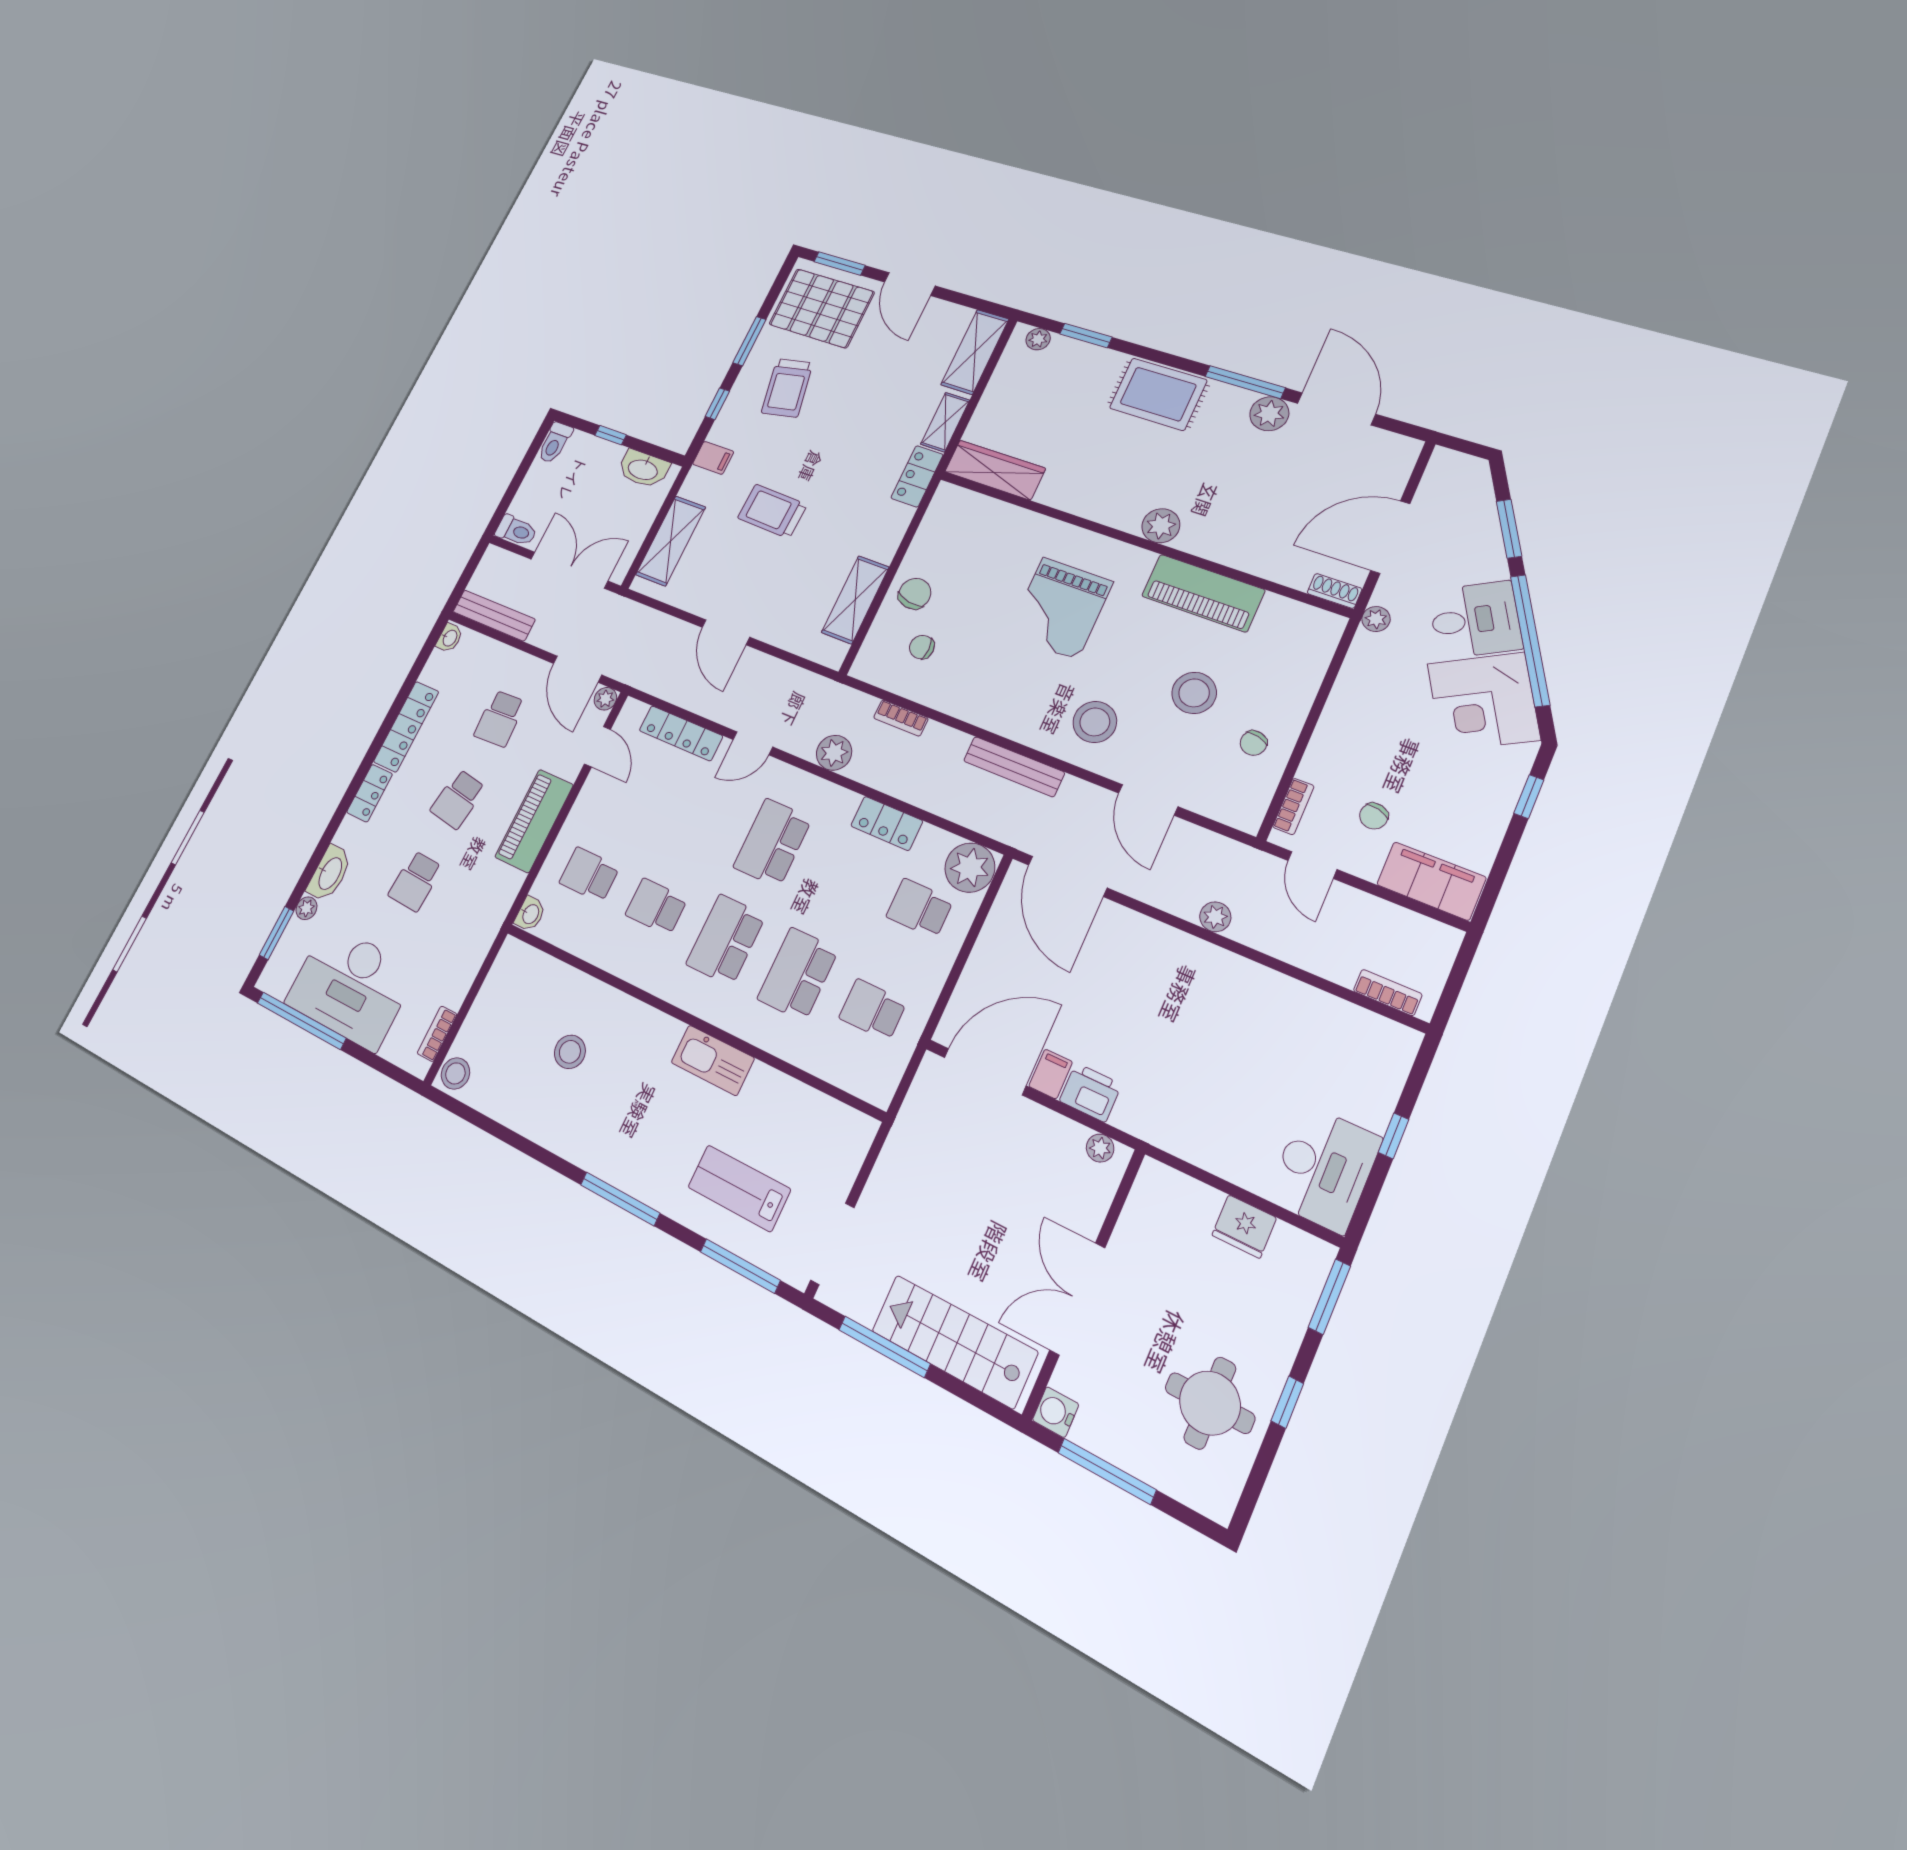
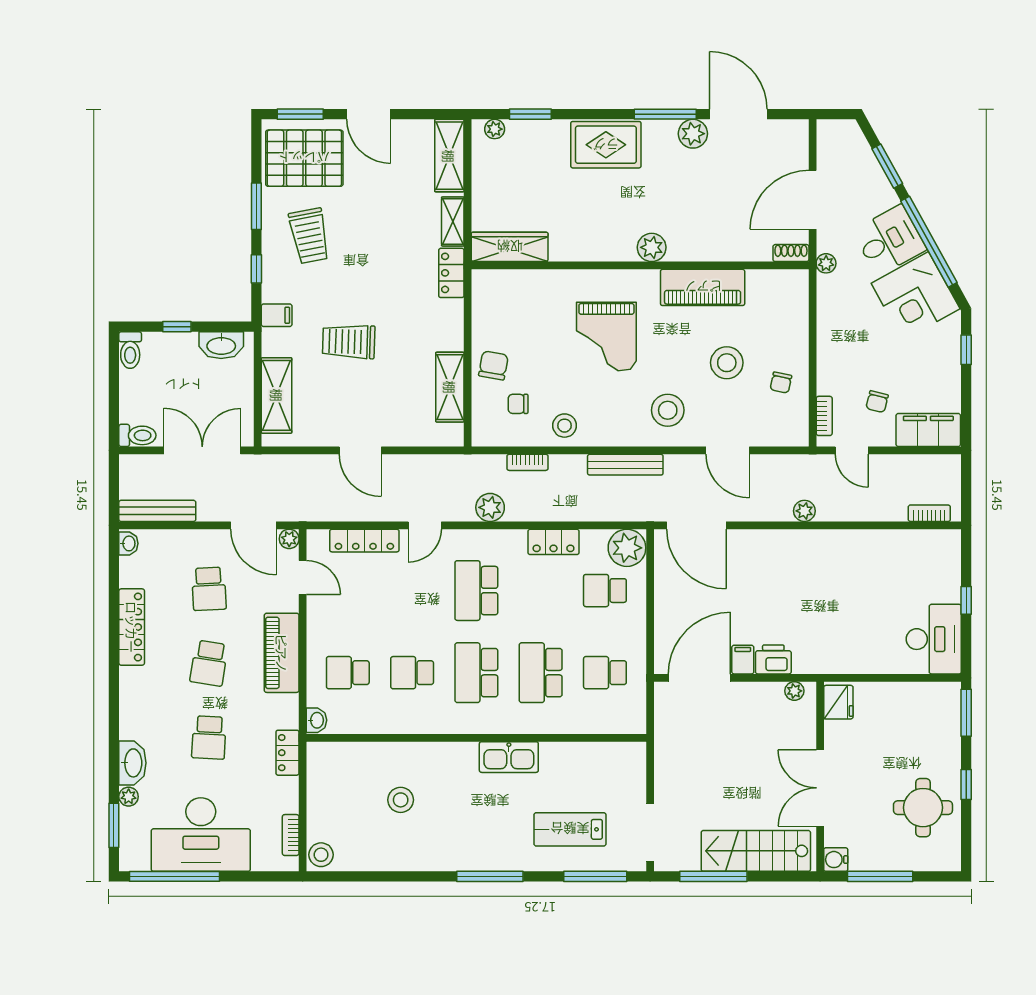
stool: (963, 692) -> (565, 426), added
locker: (370, 793) -> (287, 753), moved, turned 180
fridge: (1244, 1226) -> (838, 702), moved, turned -90

